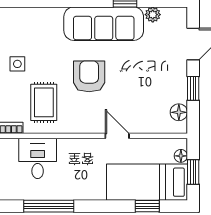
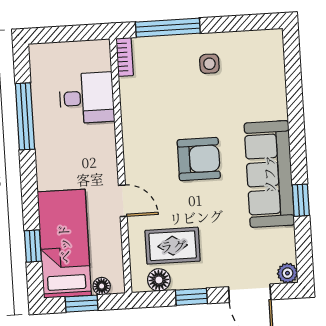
plant: (153, 15) -> (287, 273), moved
rug: (44, 102) -> (173, 246), moved
door: (117, 136) -> (123, 201), hinge flipped

